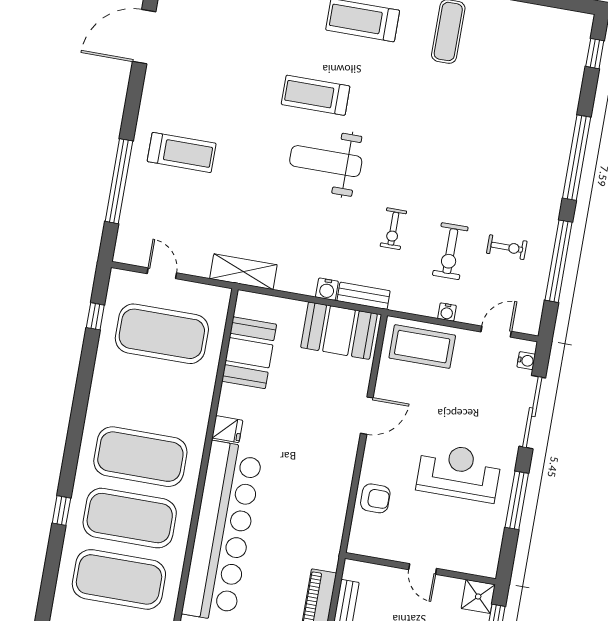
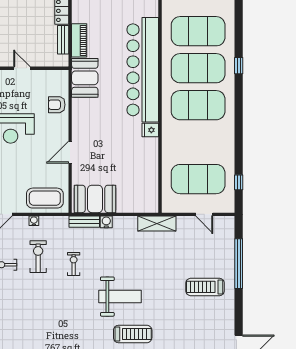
booth: (249, 353) -> (85, 78), moved

